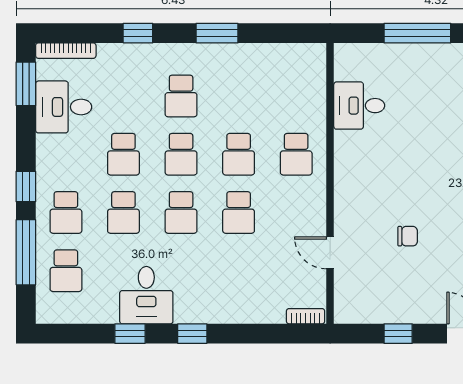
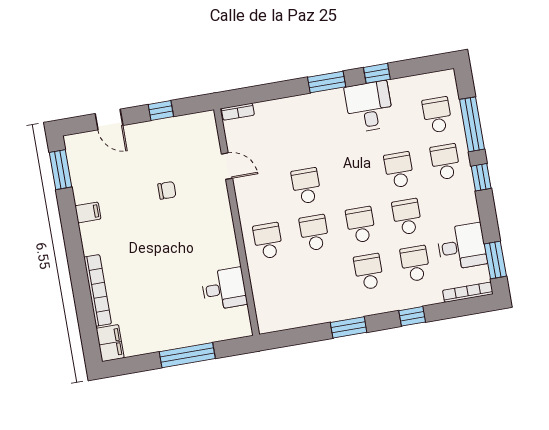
school desk: (181, 213) -> (415, 264), moved
chair: (408, 236) -> (167, 190), turned 180
window: (192, 334) -> (327, 82), width x1.50

